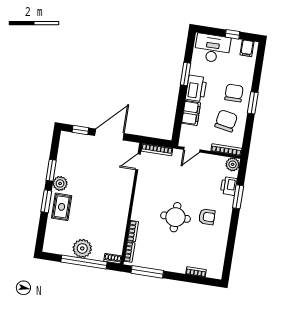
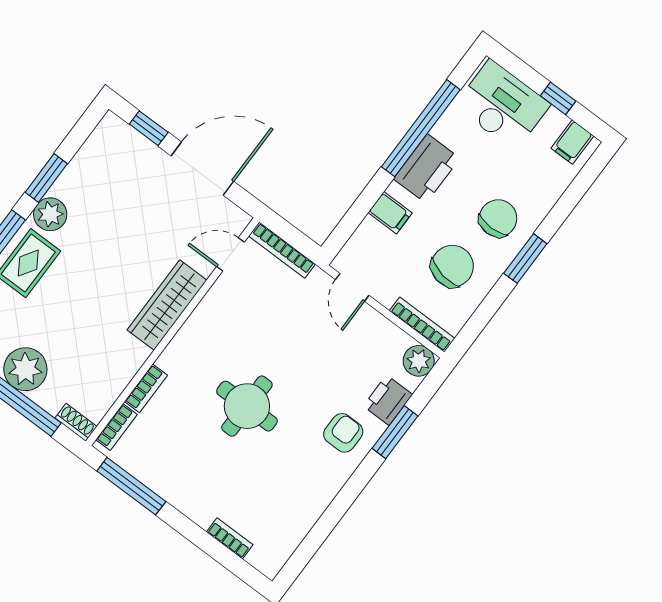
window: (186, 74) -> (421, 128), width x2.11
filing cabinet: (191, 113) -> (390, 213), width x0.50
door: (192, 150) -> (352, 287), hinge flipped
wardrobe: (124, 195) -> (167, 305), added
armchair: (207, 217) -> (343, 433), moved, turned -90

